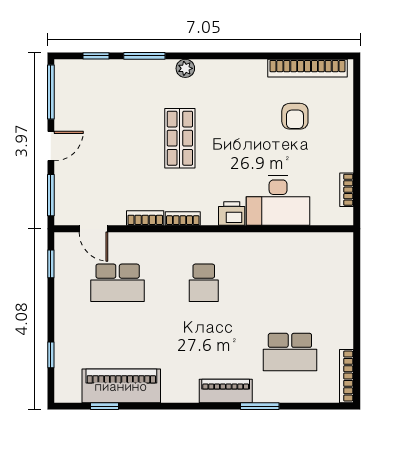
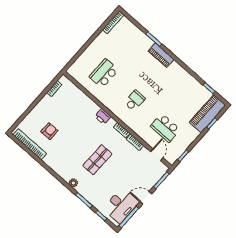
desk: (278, 201) -> (121, 205), moved, turned 90
school desk: (118, 283) -> (165, 128), turned 180
school desk: (290, 352) -> (104, 73), moved, turned -90
piano: (121, 386) -> (207, 114), moved, turned 90

